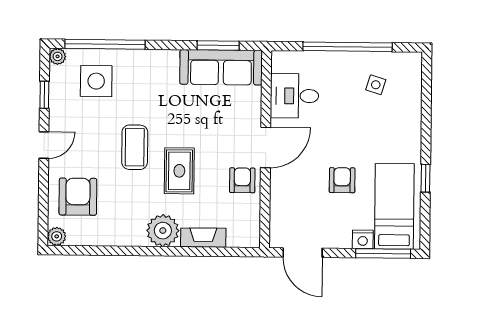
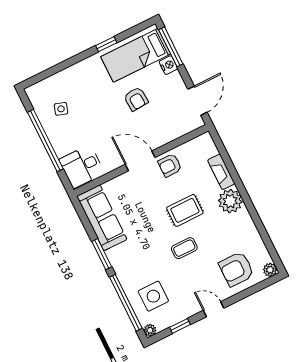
window: (218, 45) -> (102, 254), moved
desk: (294, 96) -> (82, 166), moved, turned 90
coffee table: (135, 147) -> (184, 248), width x0.73, depth x0.77
armchair: (342, 180) -> (136, 99), turned -94

